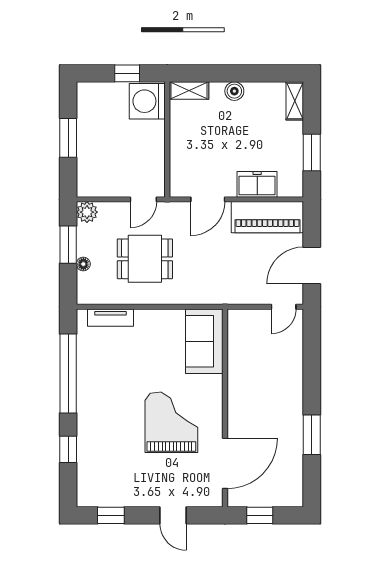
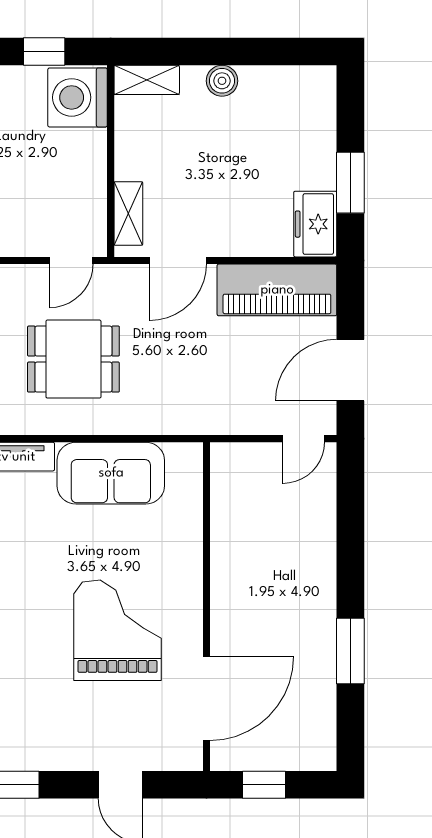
shelving: (295, 101) -> (128, 213), moved
freezer: (257, 184) -> (315, 224), moved, turned -90
sofa: (204, 341) -> (111, 473), moved, turned -90

